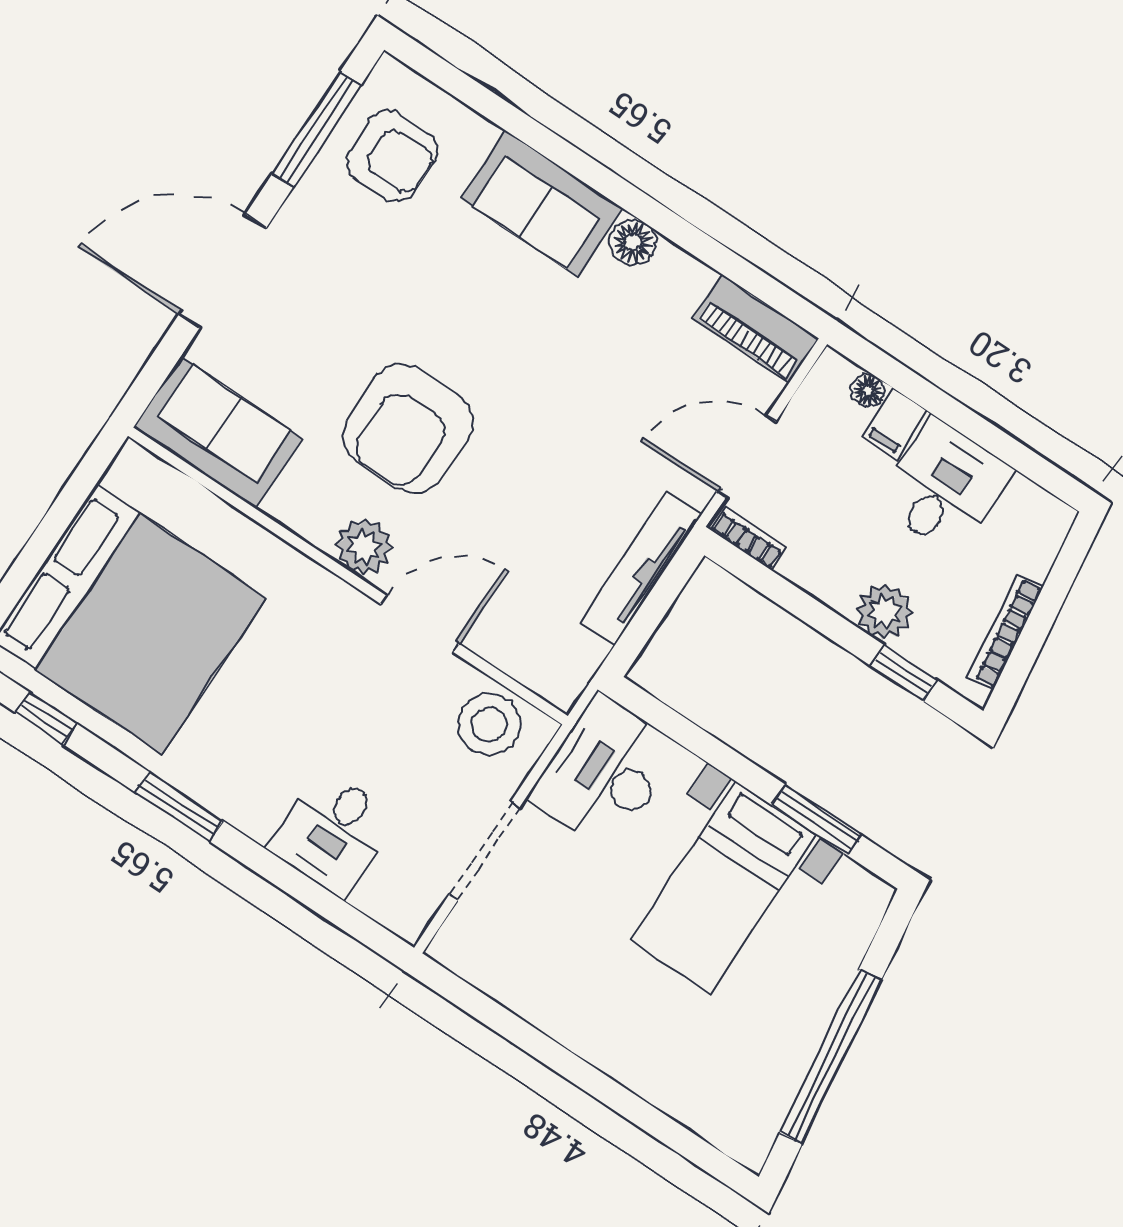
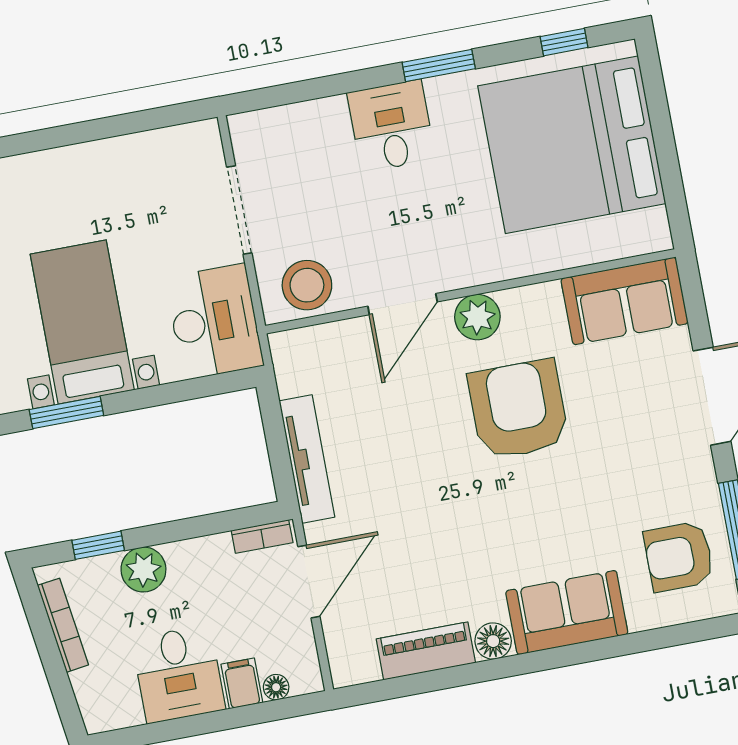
piano: (756, 328) -> (426, 651), moved
desk: (333, 833) -> (391, 126), moved

